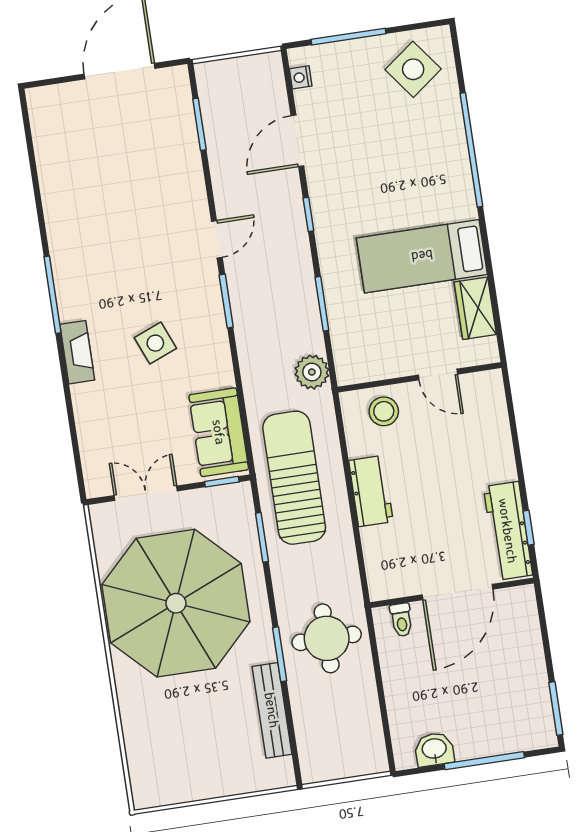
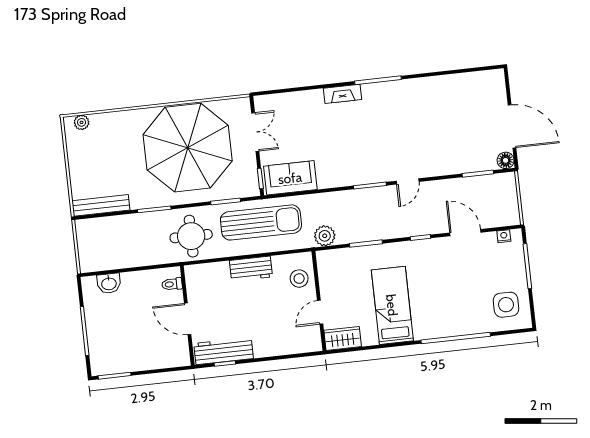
side table: (413, 69) -> (506, 305), turned 37
floor lamp: (176, 80) -> (506, 160), added
door: (217, 239) -> (408, 181), hinge flipped
wardrobe: (475, 308) -> (343, 338), moved
side table: (155, 343) -> (346, 142), removed
door: (457, 592) -> (188, 319), width x0.73
round table: (327, 638) -> (191, 236), moved
bench: (272, 710) -> (101, 205), moved
washbasin: (434, 749) -> (109, 283), moved, turned 90
plant: (141, 779) -> (82, 122), added

